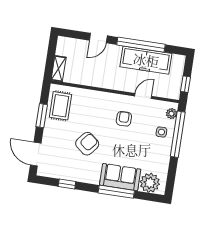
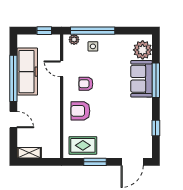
shelving: (59, 69) -> (29, 153), moved
armchair: (87, 144) -> (80, 111), moved, turned -39

